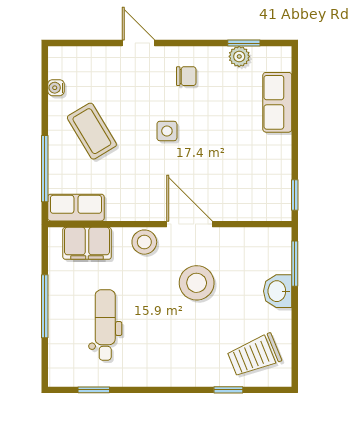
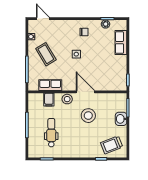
door: (138, 43) -> (43, 19), moved
row of seats: (76, 208) -> (50, 85), moved
filing cabinet: (87, 243) -> (49, 100), width x0.50

